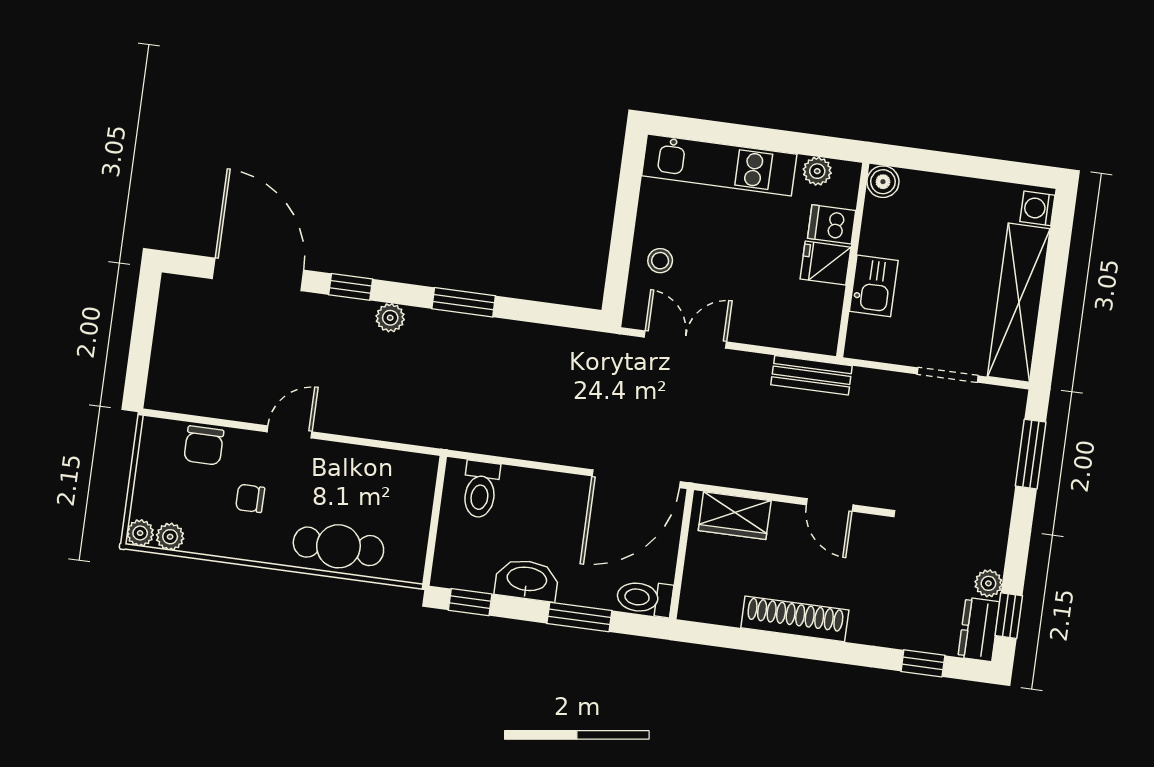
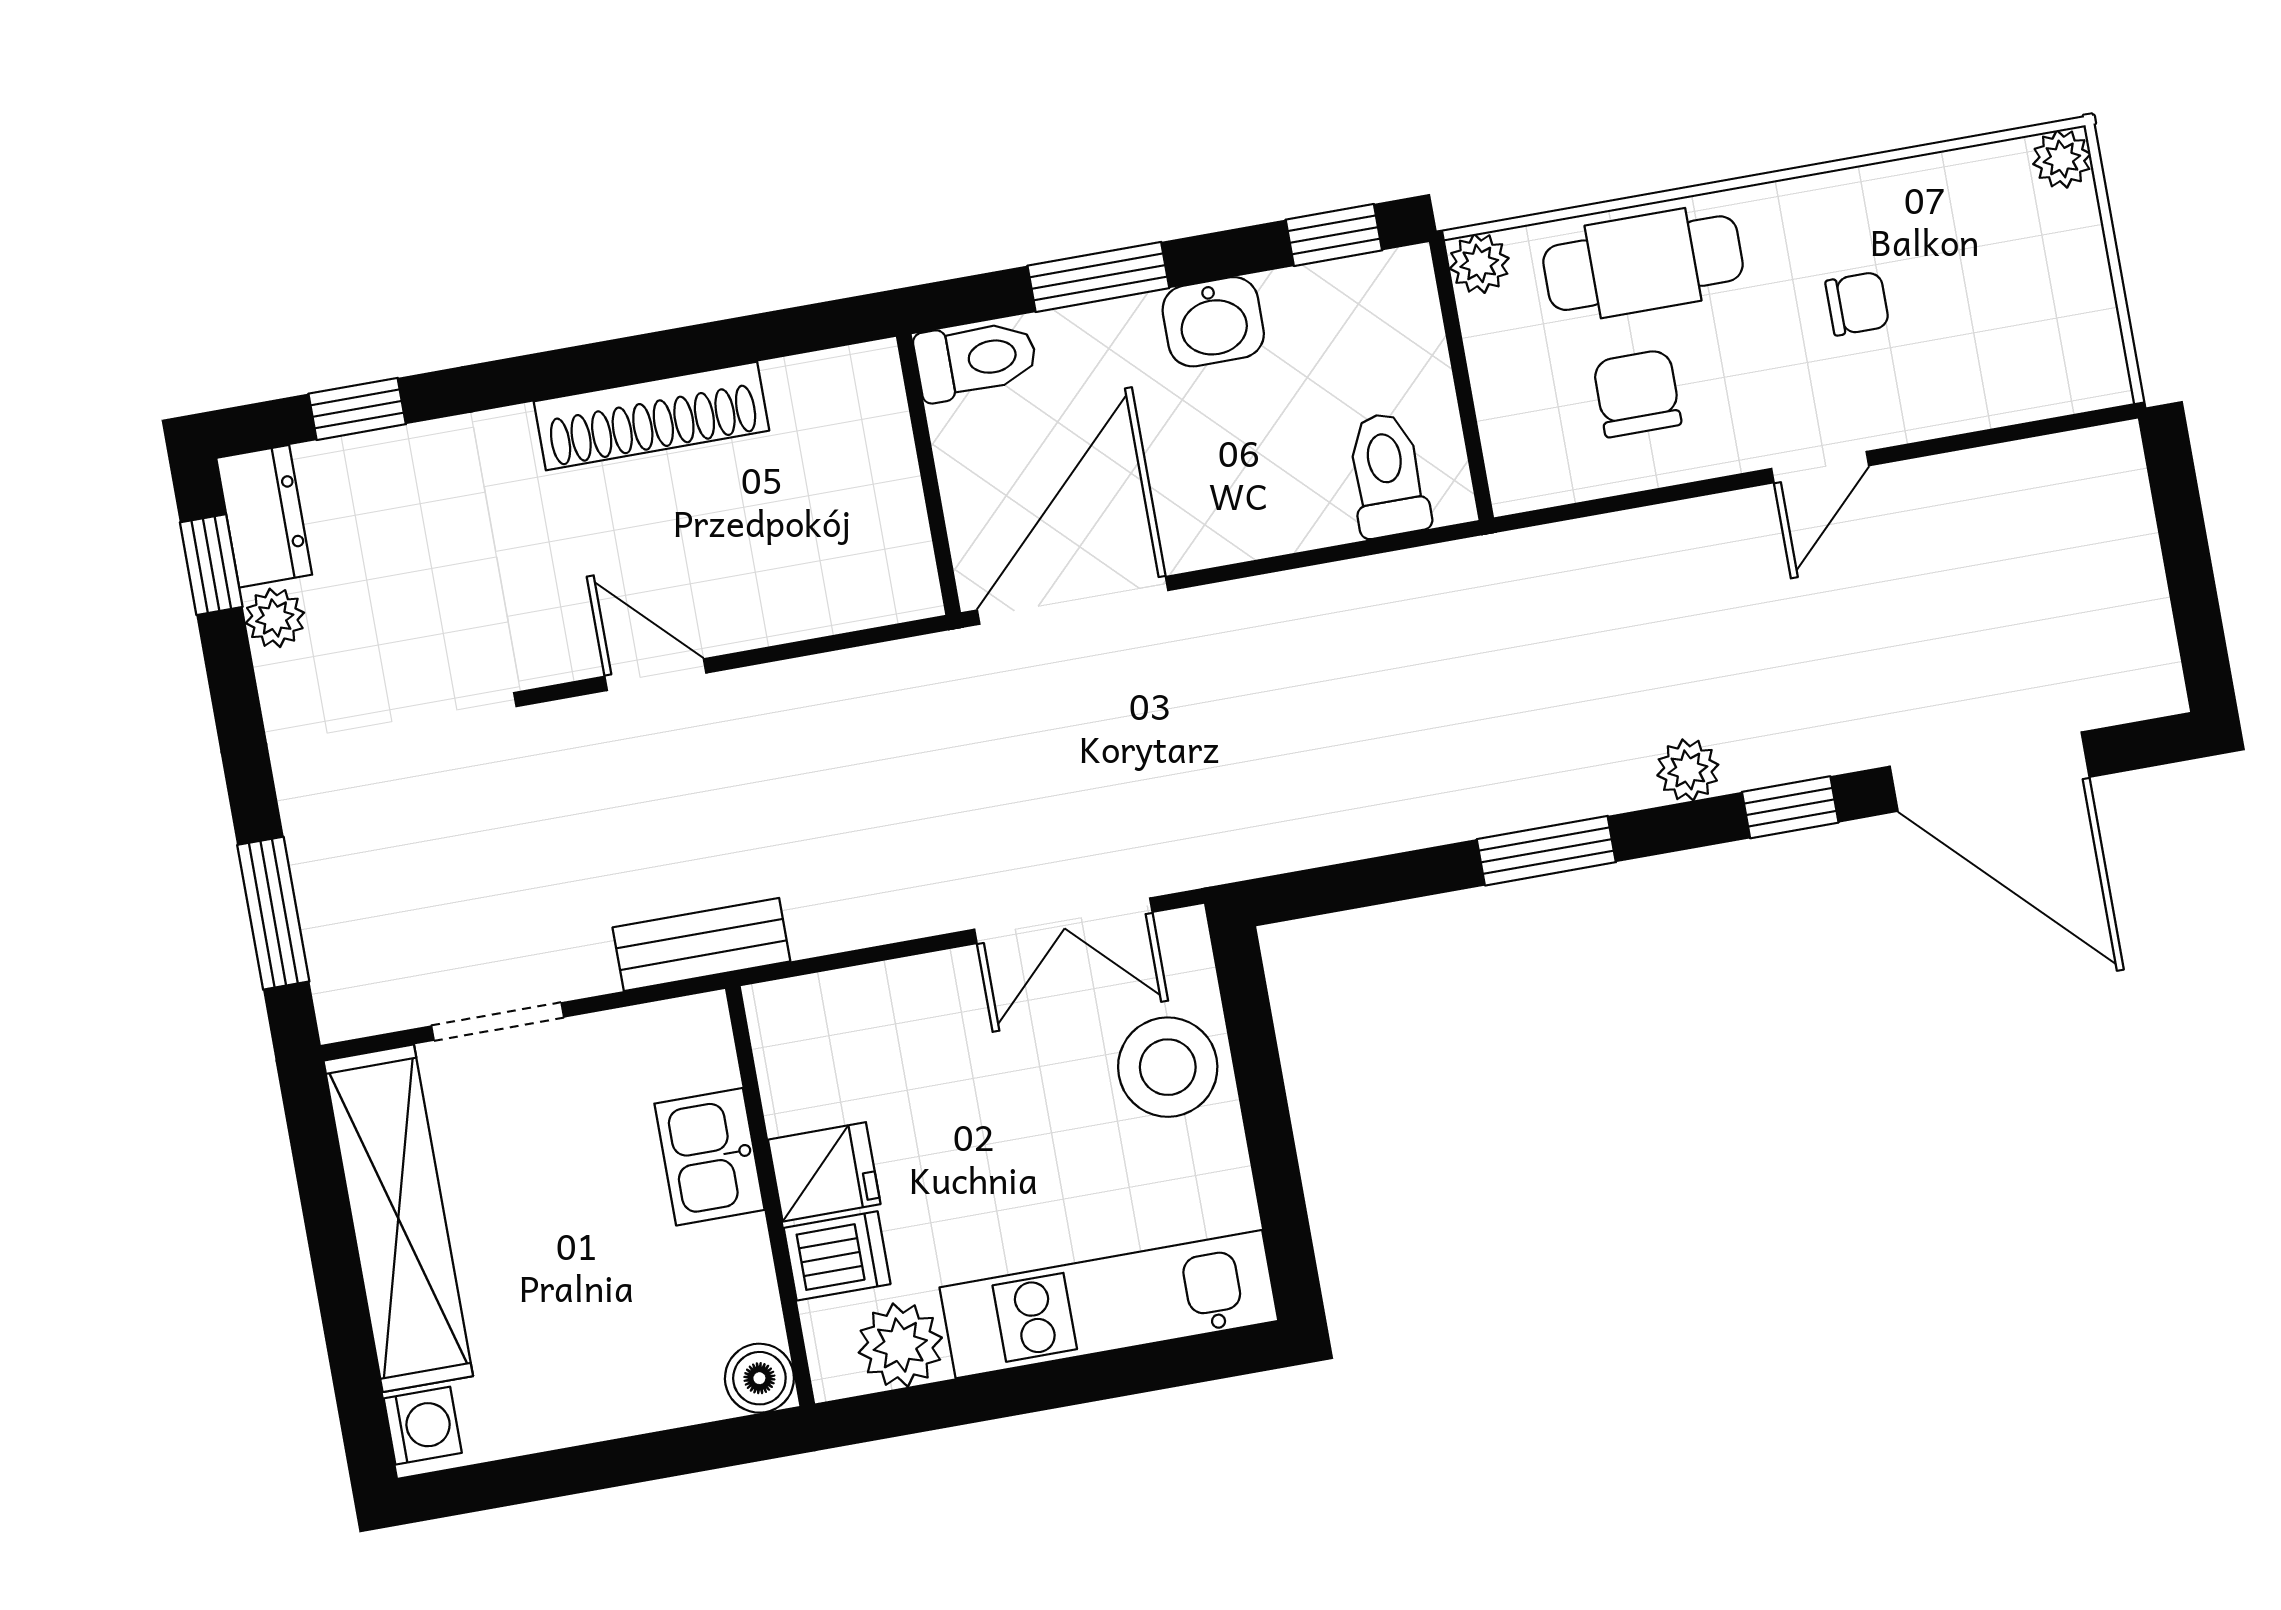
plant: (817, 171) -> (900, 1345), width x1.38, depth x1.38
stool: (660, 261) -> (1168, 1067), width x1.89, depth x1.89
bench: (812, 375) -> (701, 944), moved
chair: (204, 445) -> (1637, 393), moved
wardrobe: (735, 516) -> (844, 589), removed
plant: (170, 537) -> (1479, 263), moved
washbasin: (527, 580) -> (1213, 322), width x0.72

